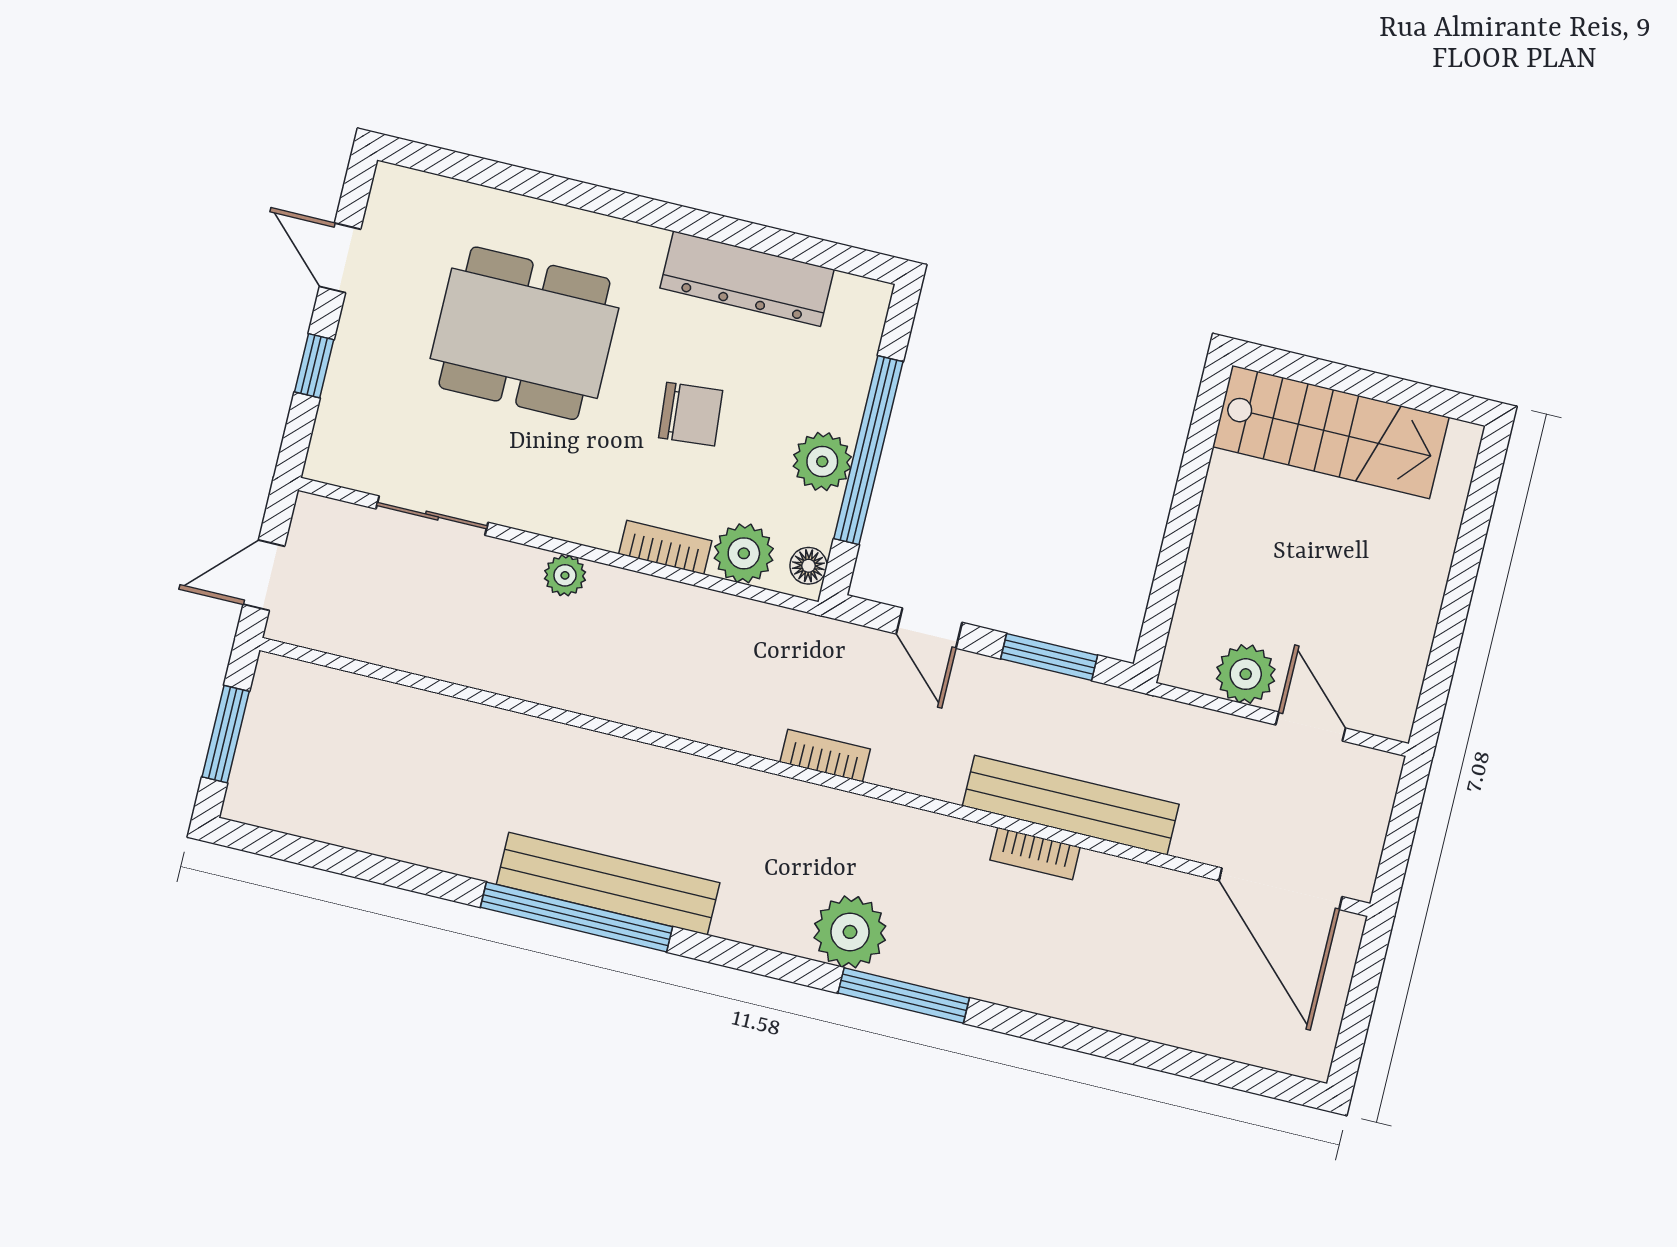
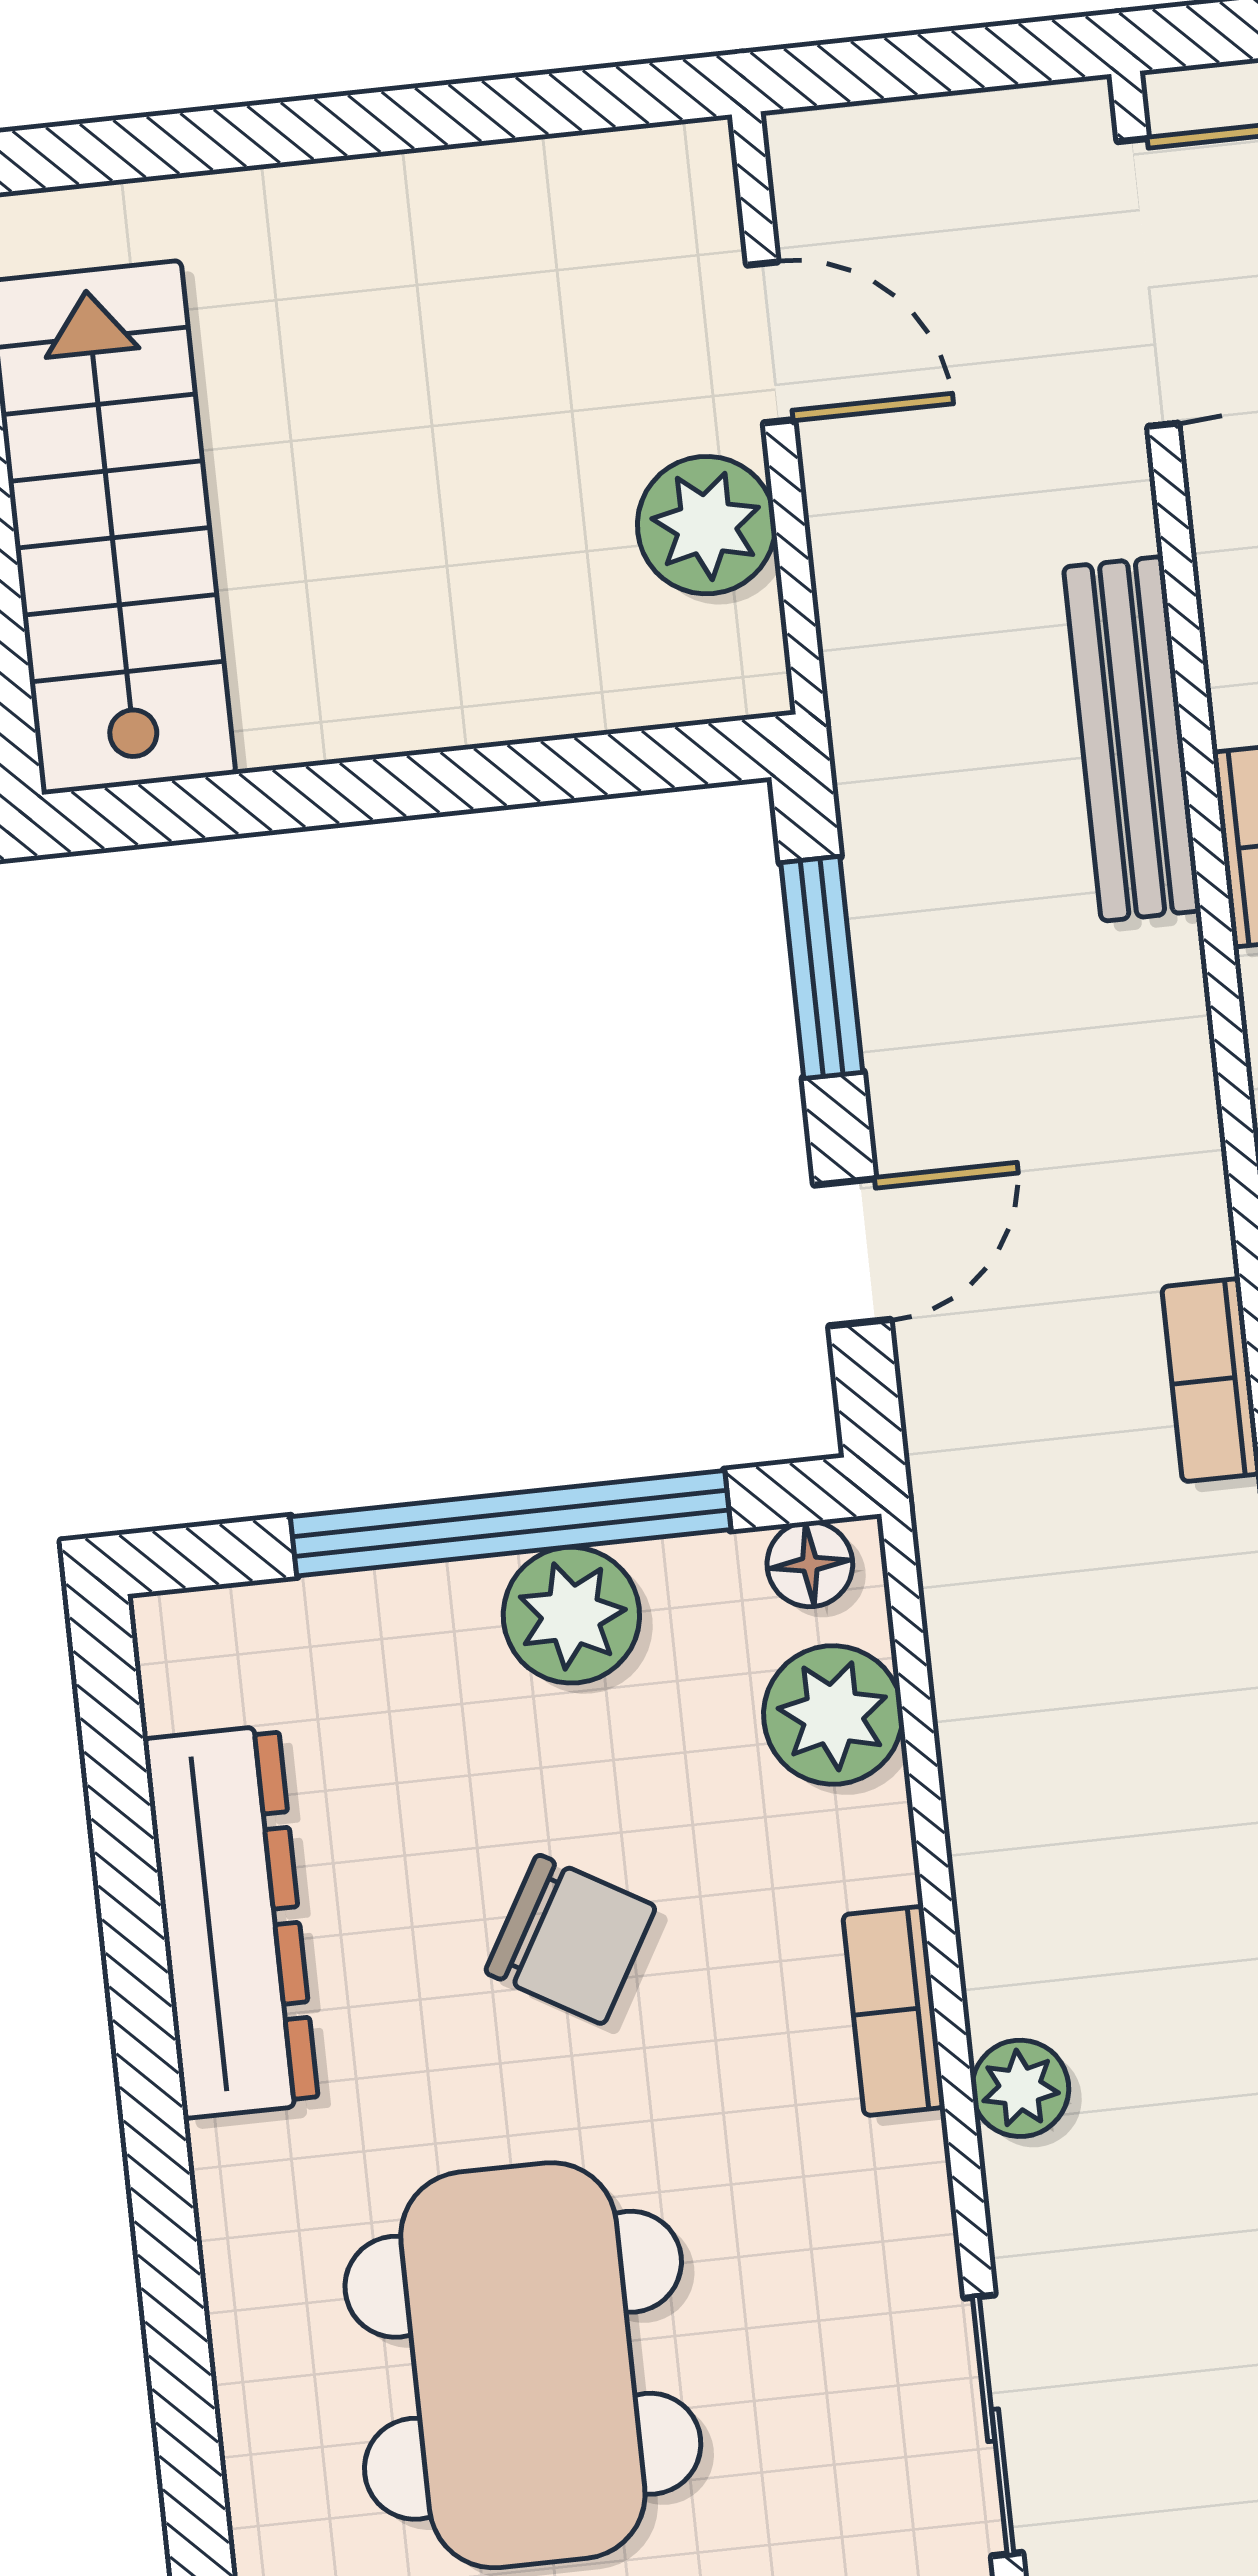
chair: (691, 414) -> (570, 1939), turned 125
bookcase: (665, 547) -> (894, 2011), moved
door: (1311, 727) -> (771, 342), swing flipped
bench: (1071, 805) -> (1132, 739), width x0.73, depth x0.82

